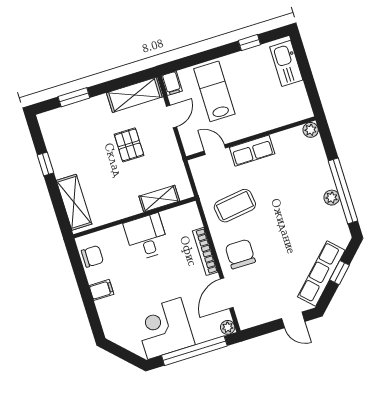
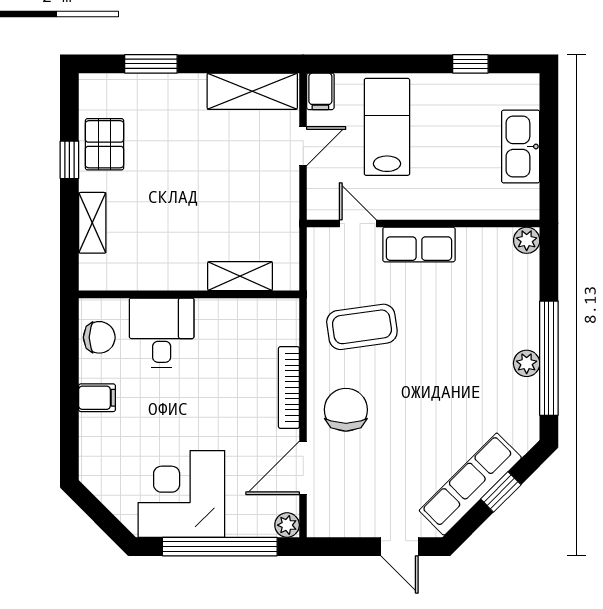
kitchen sink: (286, 63) -> (521, 147), moved
pallet: (129, 145) -> (104, 144), moved
shelving: (74, 202) -> (92, 223), width x0.67, depth x0.75
desk: (146, 237) -> (162, 333), moved

